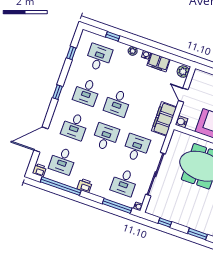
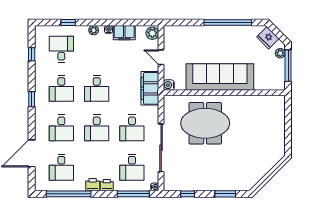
desk: (105, 137) -> (97, 128), turned 180
desk: (136, 148) -> (132, 128), turned 180
printer: (39, 170) -> (107, 185), moved

